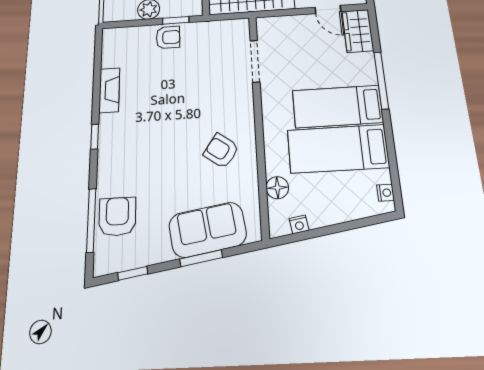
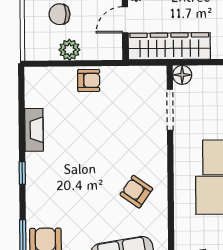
window: (176, 20) -> (96, 63), removed
floor lamp: (277, 188) -> (182, 75), moved

